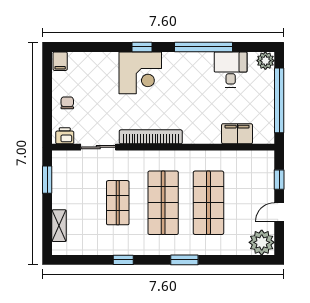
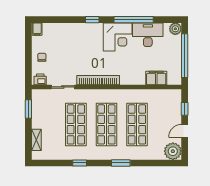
desk: (231, 69) -> (148, 35), width x1.37
corner desk: (140, 73) -> (118, 37), moved
shop shelf: (118, 203) -> (76, 124), width x1.43, depth x1.36

